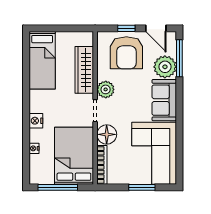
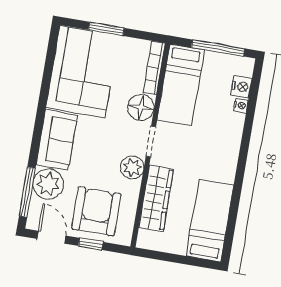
nightstand: (36, 121) -> (241, 87), moved
bed: (74, 156) -> (181, 85), width x0.67

